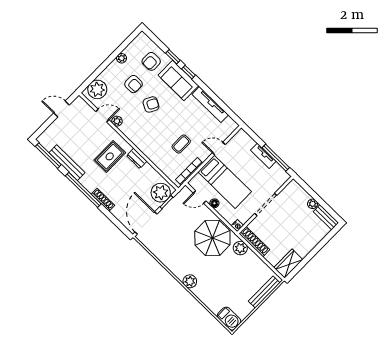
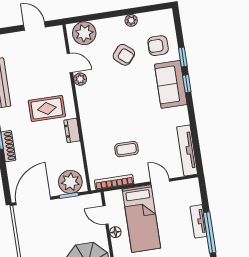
armchair: (134, 84) -> (124, 55), turned -50
armchair: (151, 104) -> (126, 88), removed
tv unit: (210, 105) -> (187, 150), moved

